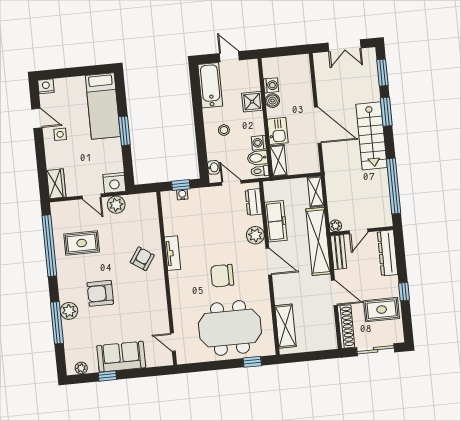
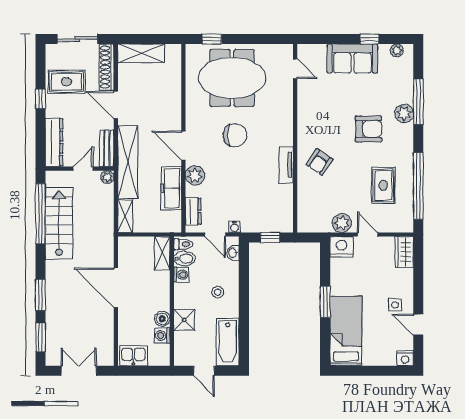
kitchen sink: (278, 131) -> (133, 356), moved, turned 90
stairs: (372, 136) -> (59, 223), moved
water cooler: (182, 195) -> (235, 227), moved
rug: (82, 243) -> (383, 185), turned 90
shelving: (285, 326) -> (141, 53), moved, turned 90

